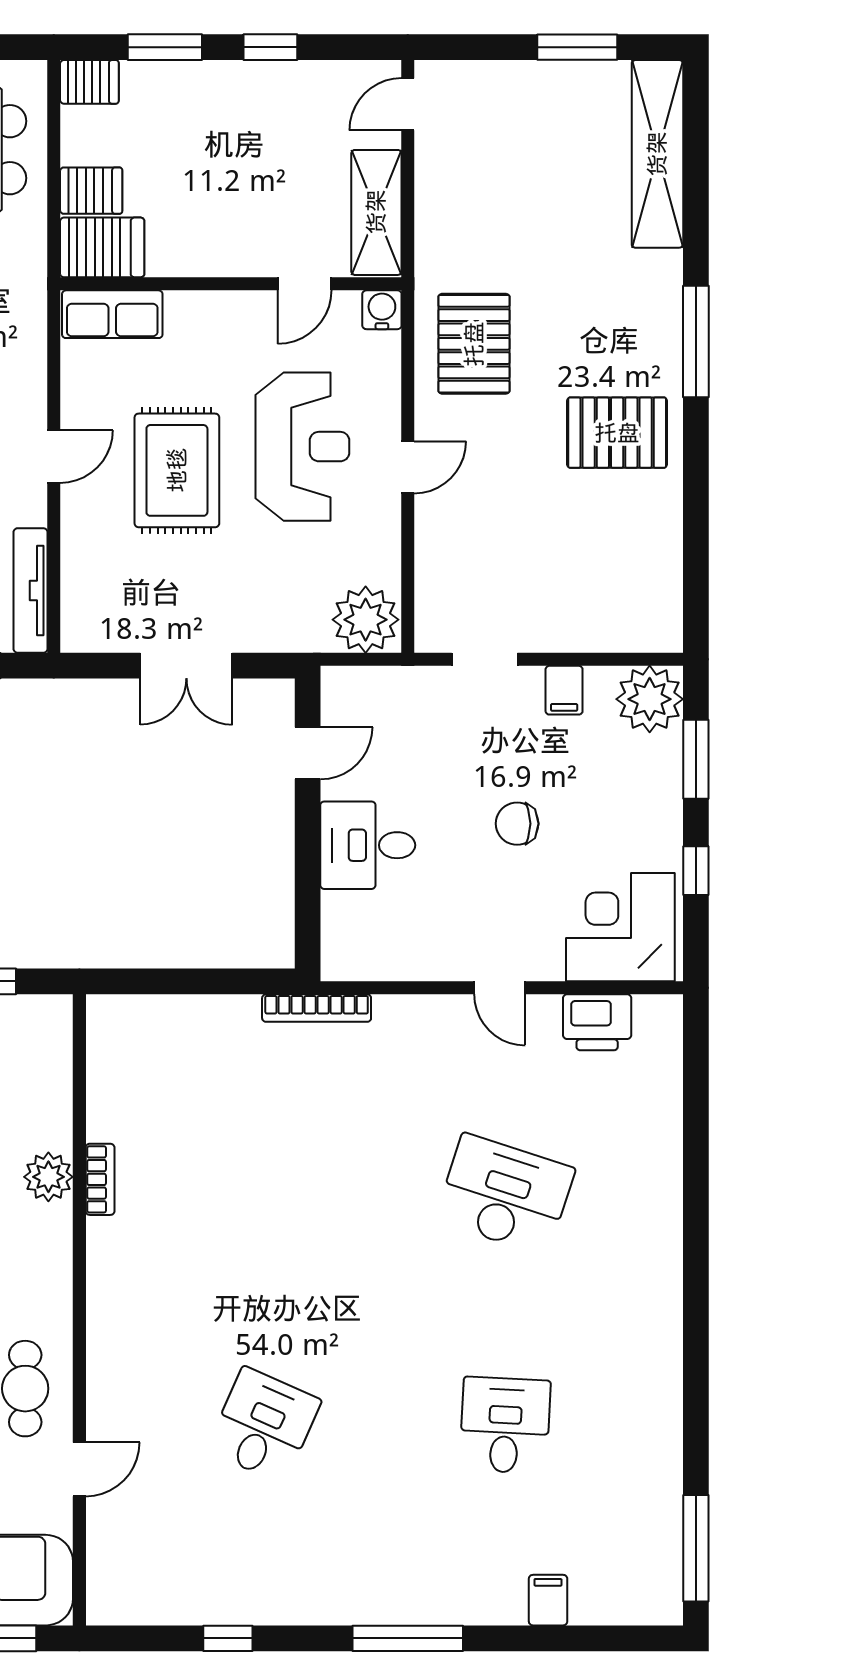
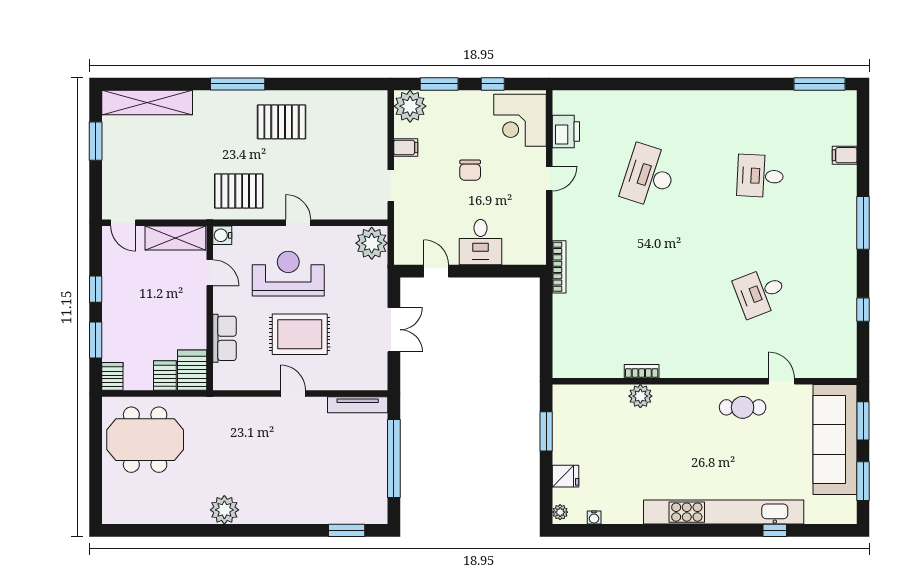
row of seats: (112, 314) -> (224, 338), moved
pallet: (617, 433) -> (282, 122), turned 90
desk: (264, 1425) -> (760, 292), turned -45

